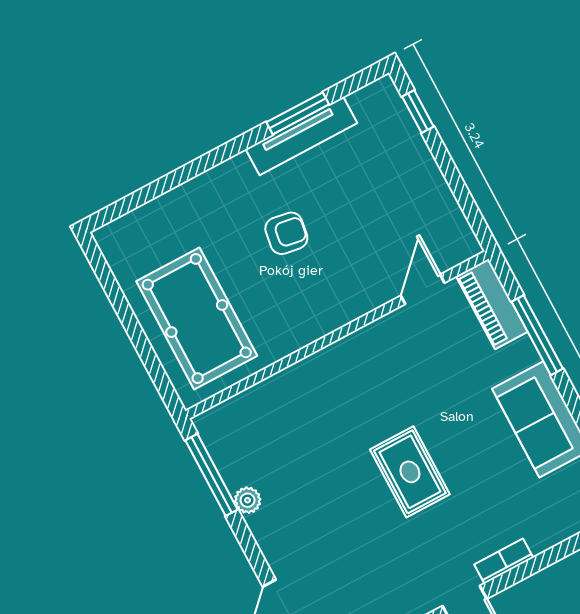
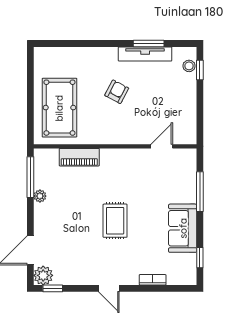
stool: (394, 115) -> (189, 66), added
armchair: (286, 233) -> (117, 92), turned -71
piano: (492, 304) -> (79, 157), moved, turned -90
bookcase: (504, 561) -> (153, 280), moved

